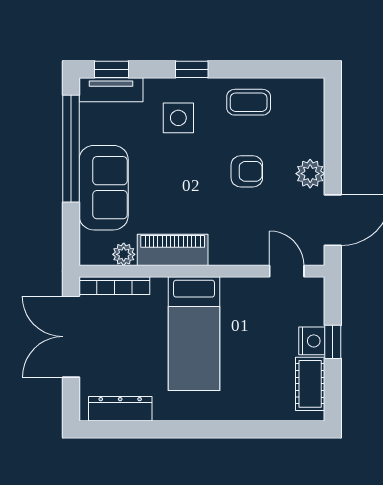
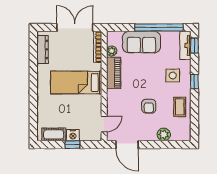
plant: (310, 174) -> (164, 134), moved

